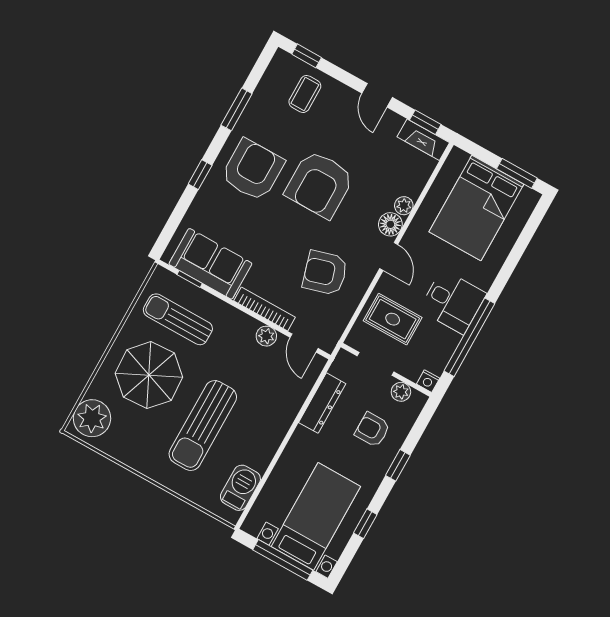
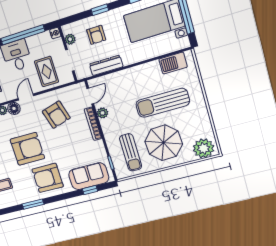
window: (200, 175) -> (90, 190), moved
sofa: (210, 264) -> (89, 176), moved, turned 90
sun lounger: (203, 426) -> (163, 103), turned 180

